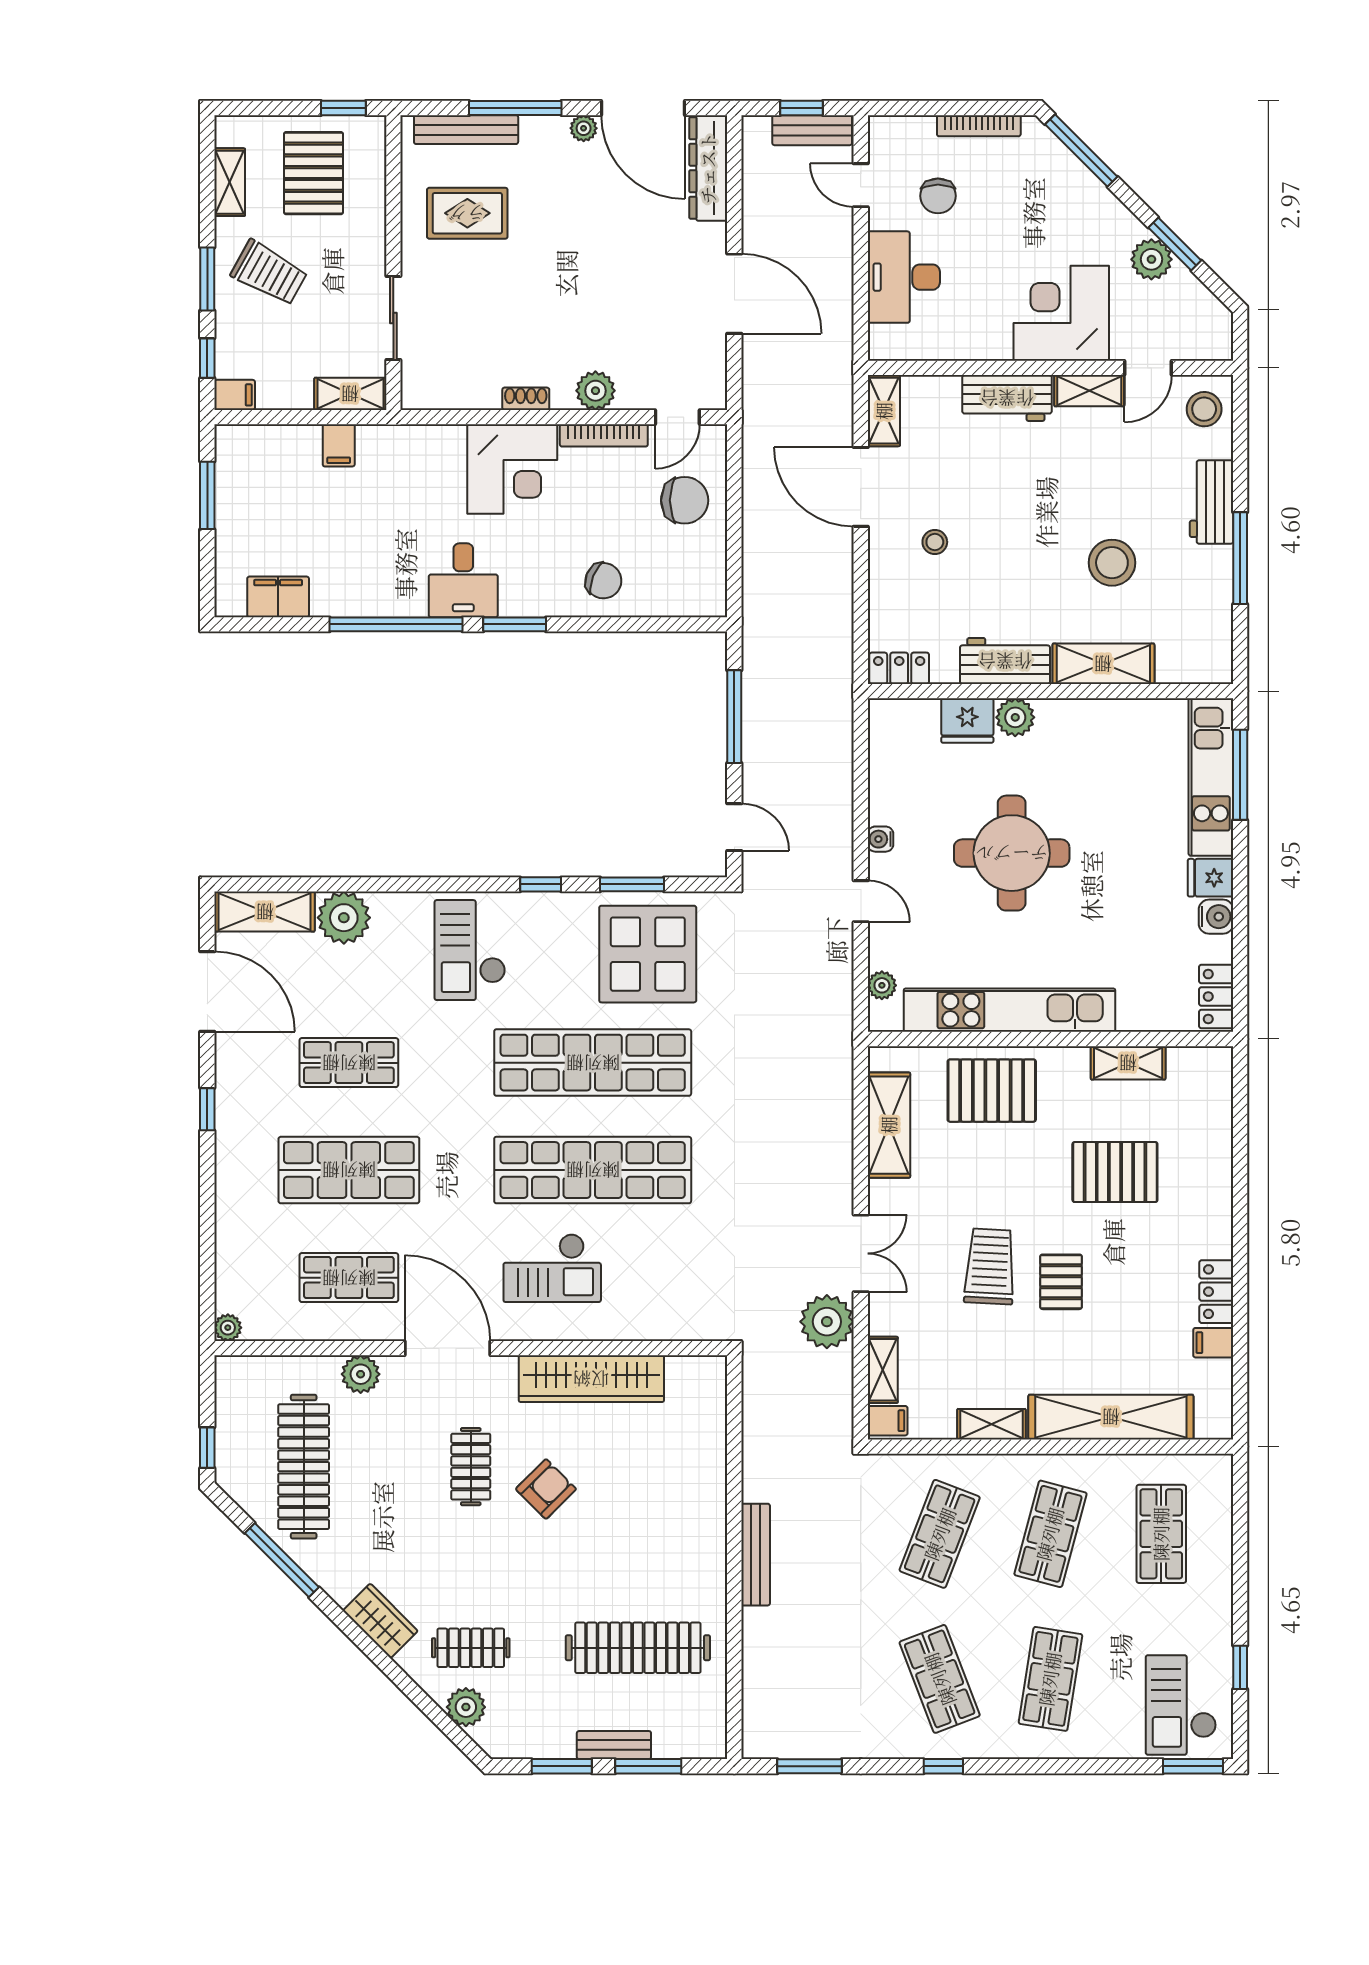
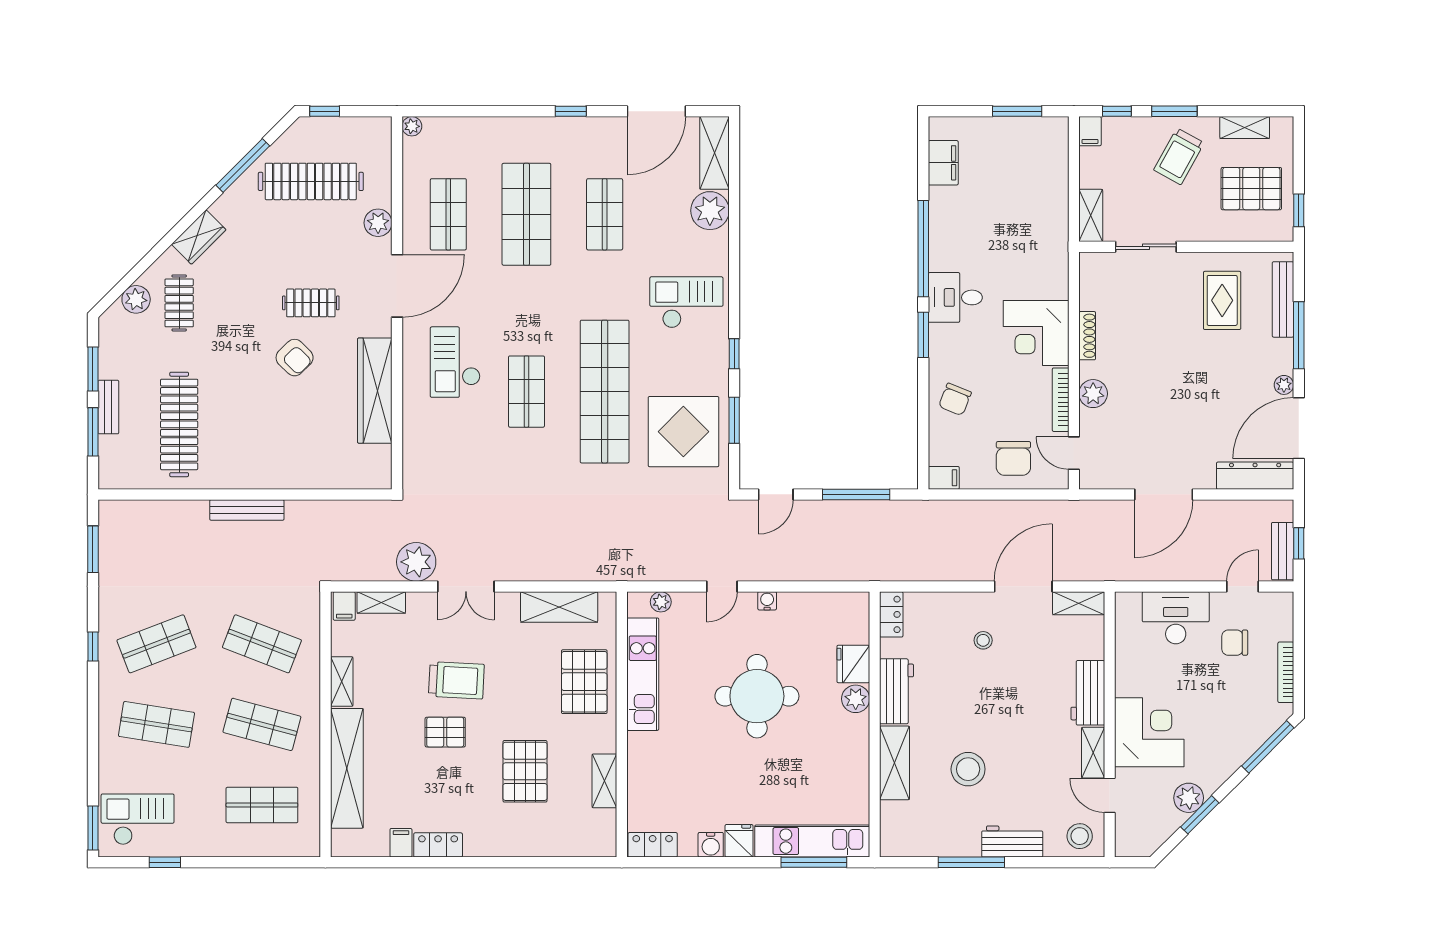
shoe rack: (526, 399) -> (1087, 336), width x1.43
filing cabinet: (339, 445) -> (944, 478), moved, turned 180
kitchen unit: (1010, 1010) -> (643, 674), width x0.73
shop shelf: (593, 1170) -> (526, 392), width x0.50, depth x0.74

